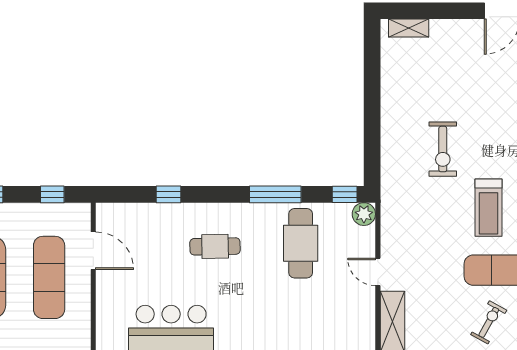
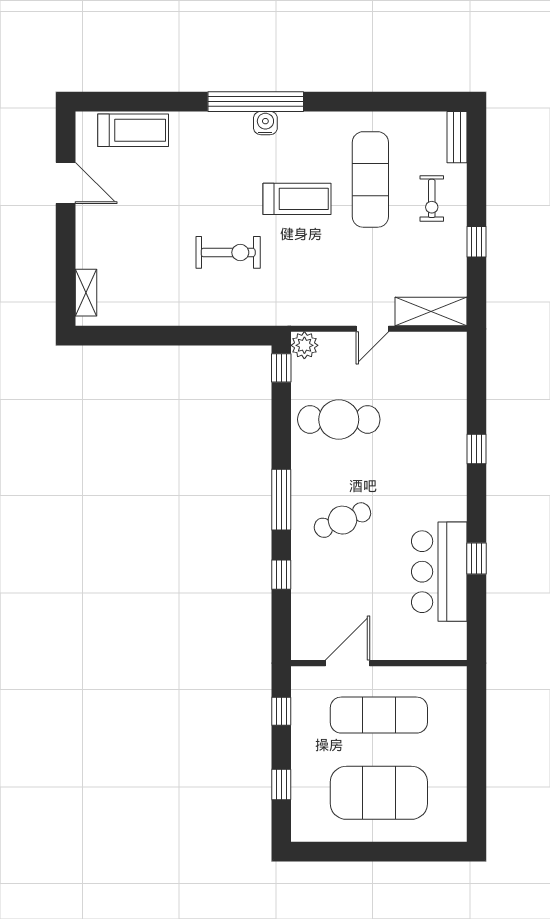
window: (275, 194) -> (281, 500), moved
cafe table: (215, 246) -> (342, 520), turned 69
exercise bike: (489, 322) -> (432, 198), turned -119

